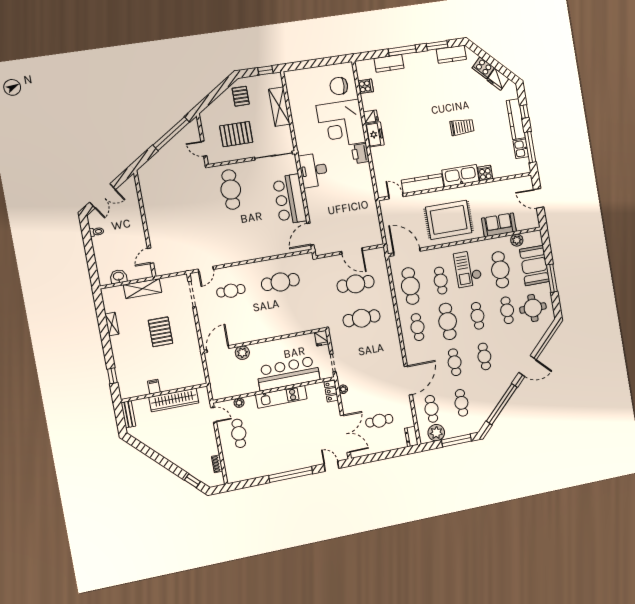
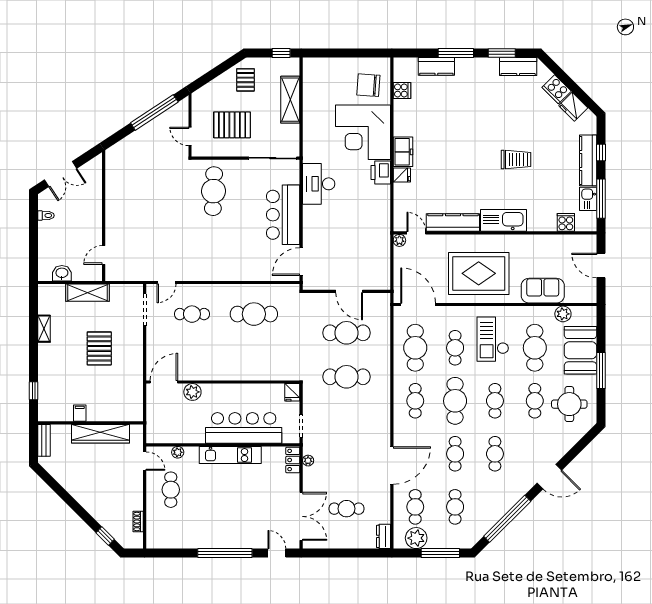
fridge: (371, 116) -> (402, 175), moved
cooker: (485, 173) -> (566, 222), moved
plant: (384, 204) -> (399, 240), added

